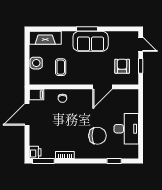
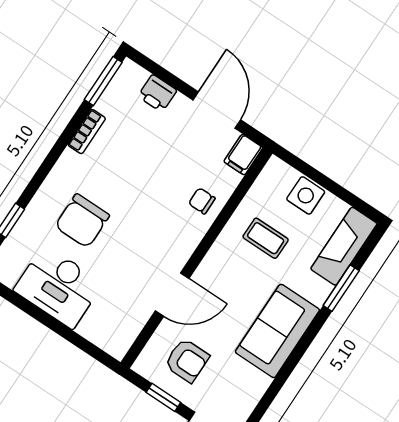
window: (87, 29) -> (341, 288), moved
door: (102, 87) -> (172, 295), swing flipped
printer: (35, 152) -> (157, 93), moved

